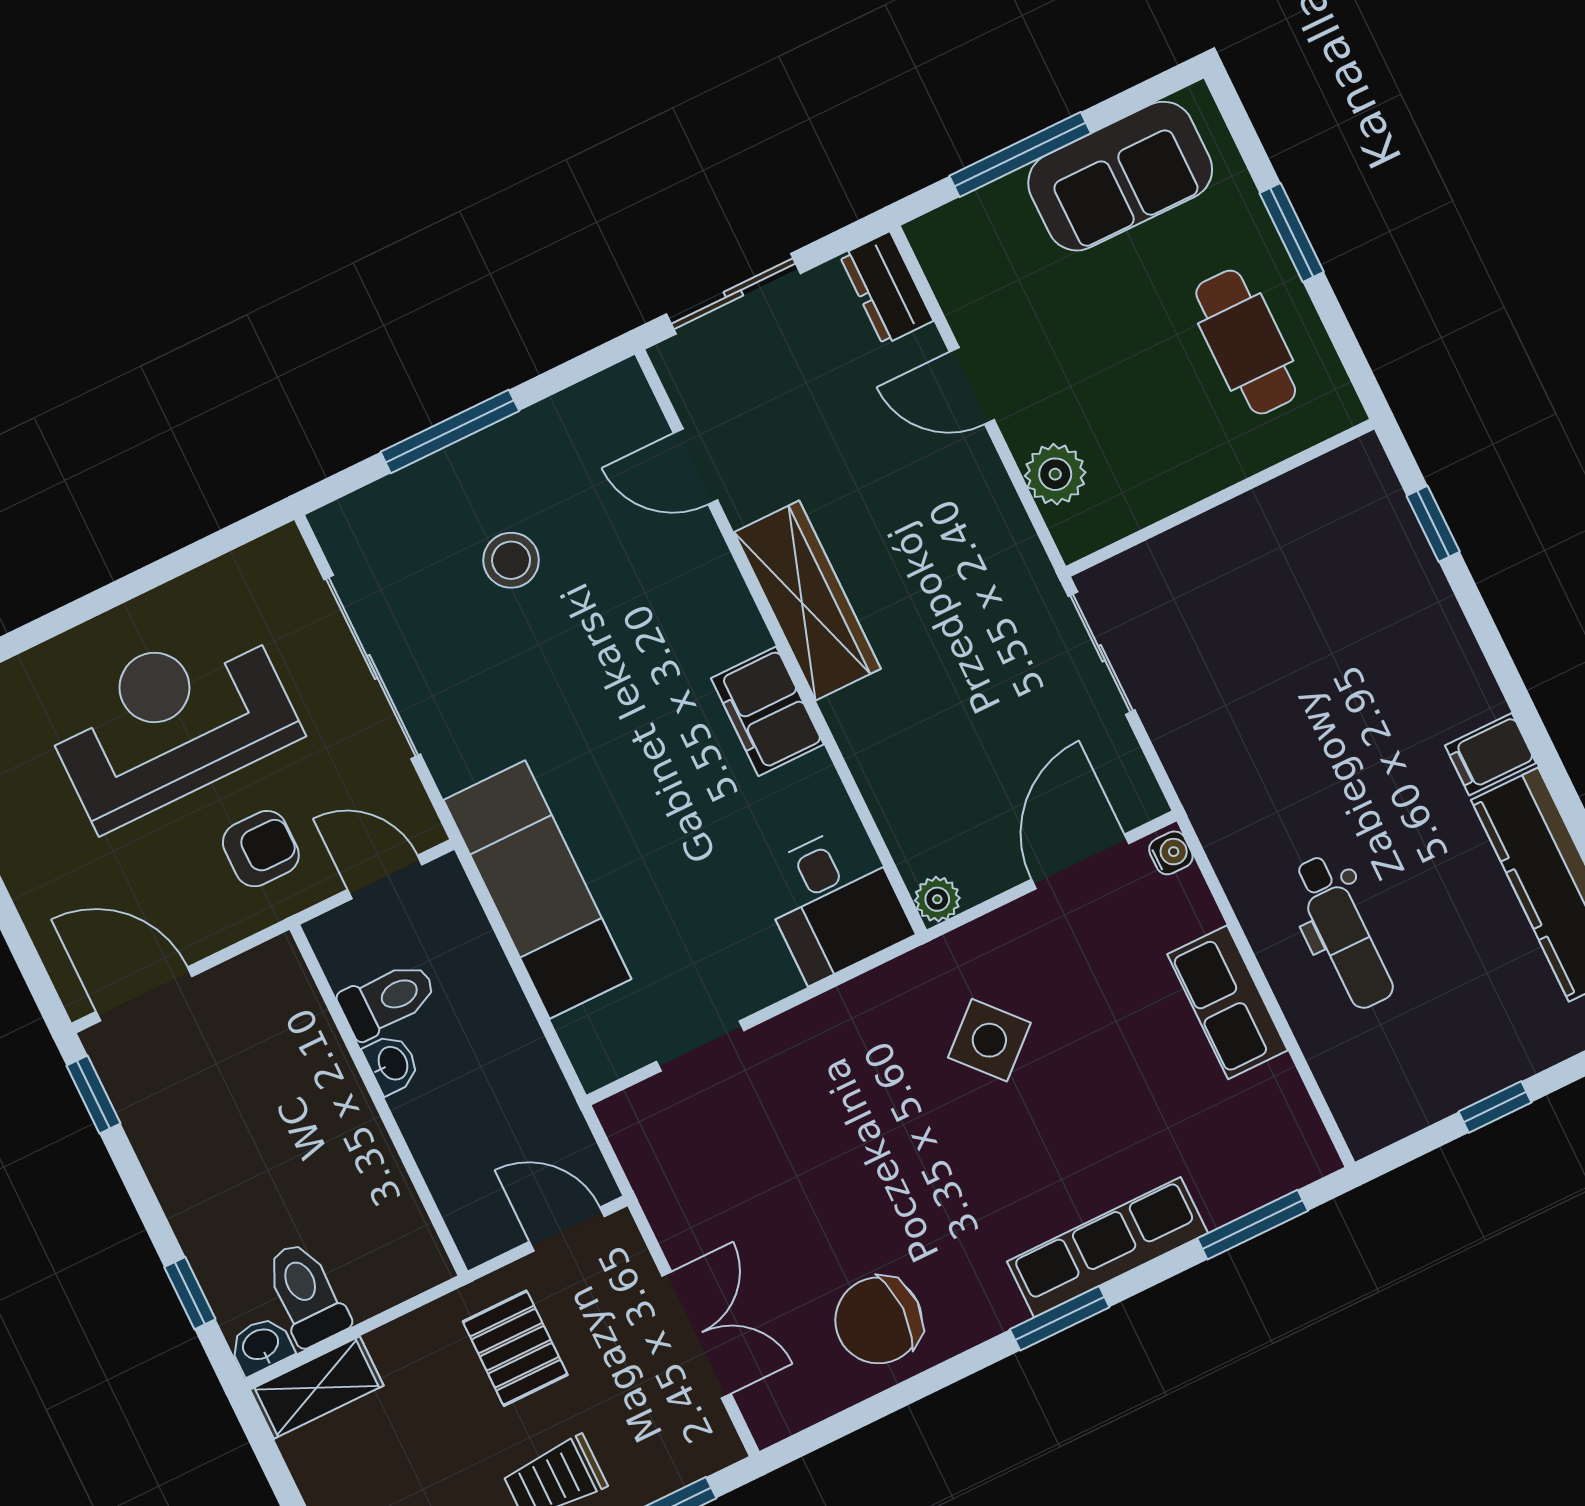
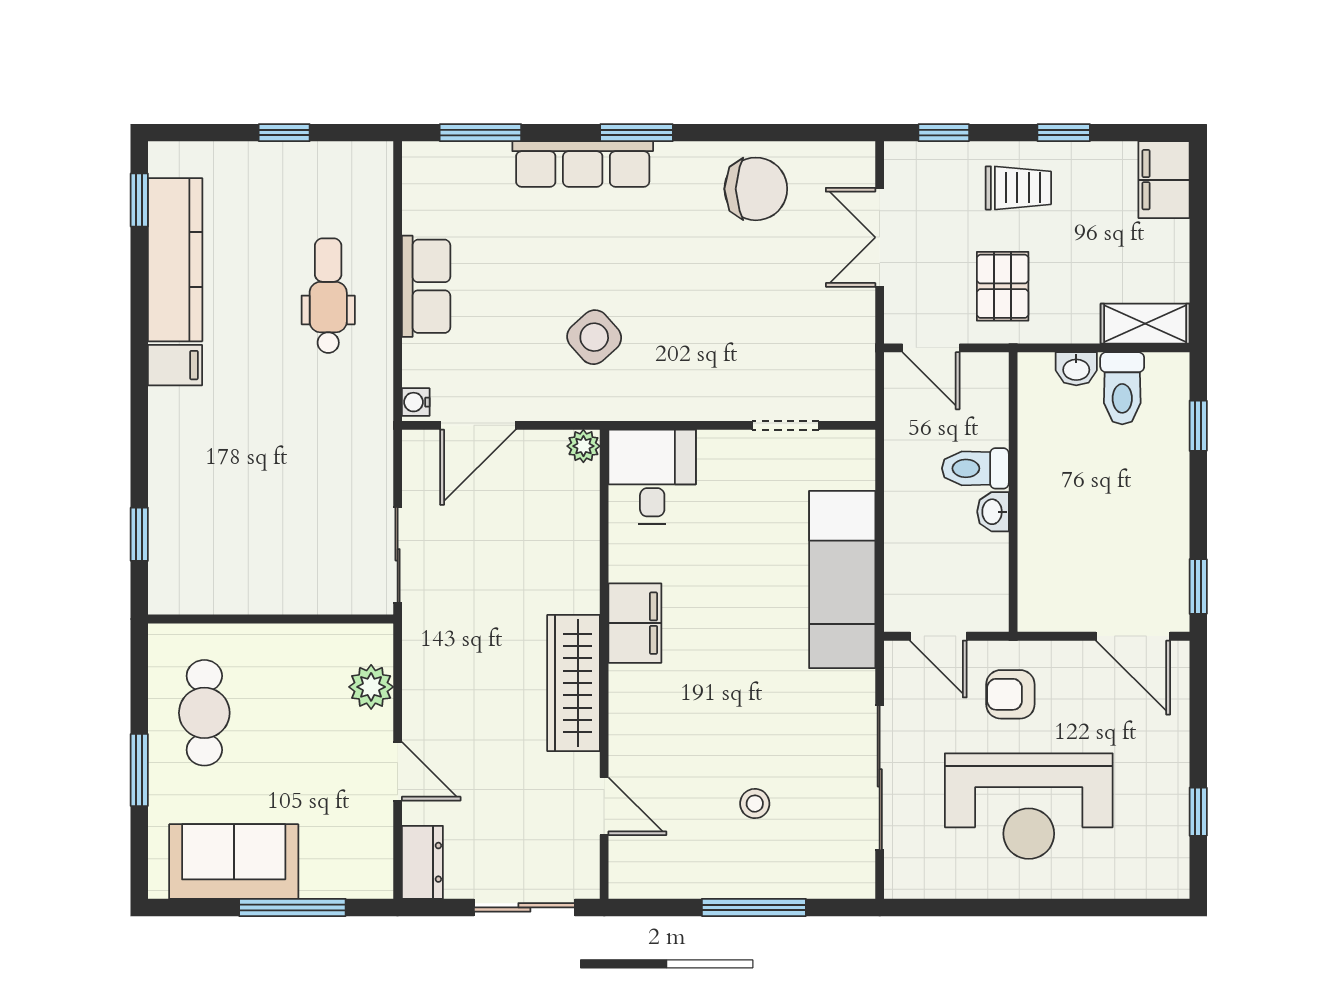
stool: (511, 560) -> (755, 804), width x0.73, depth x0.73
toilet: (388, 1000) -> (975, 468), moved
washbasin: (261, 1346) -> (1076, 369), moved

